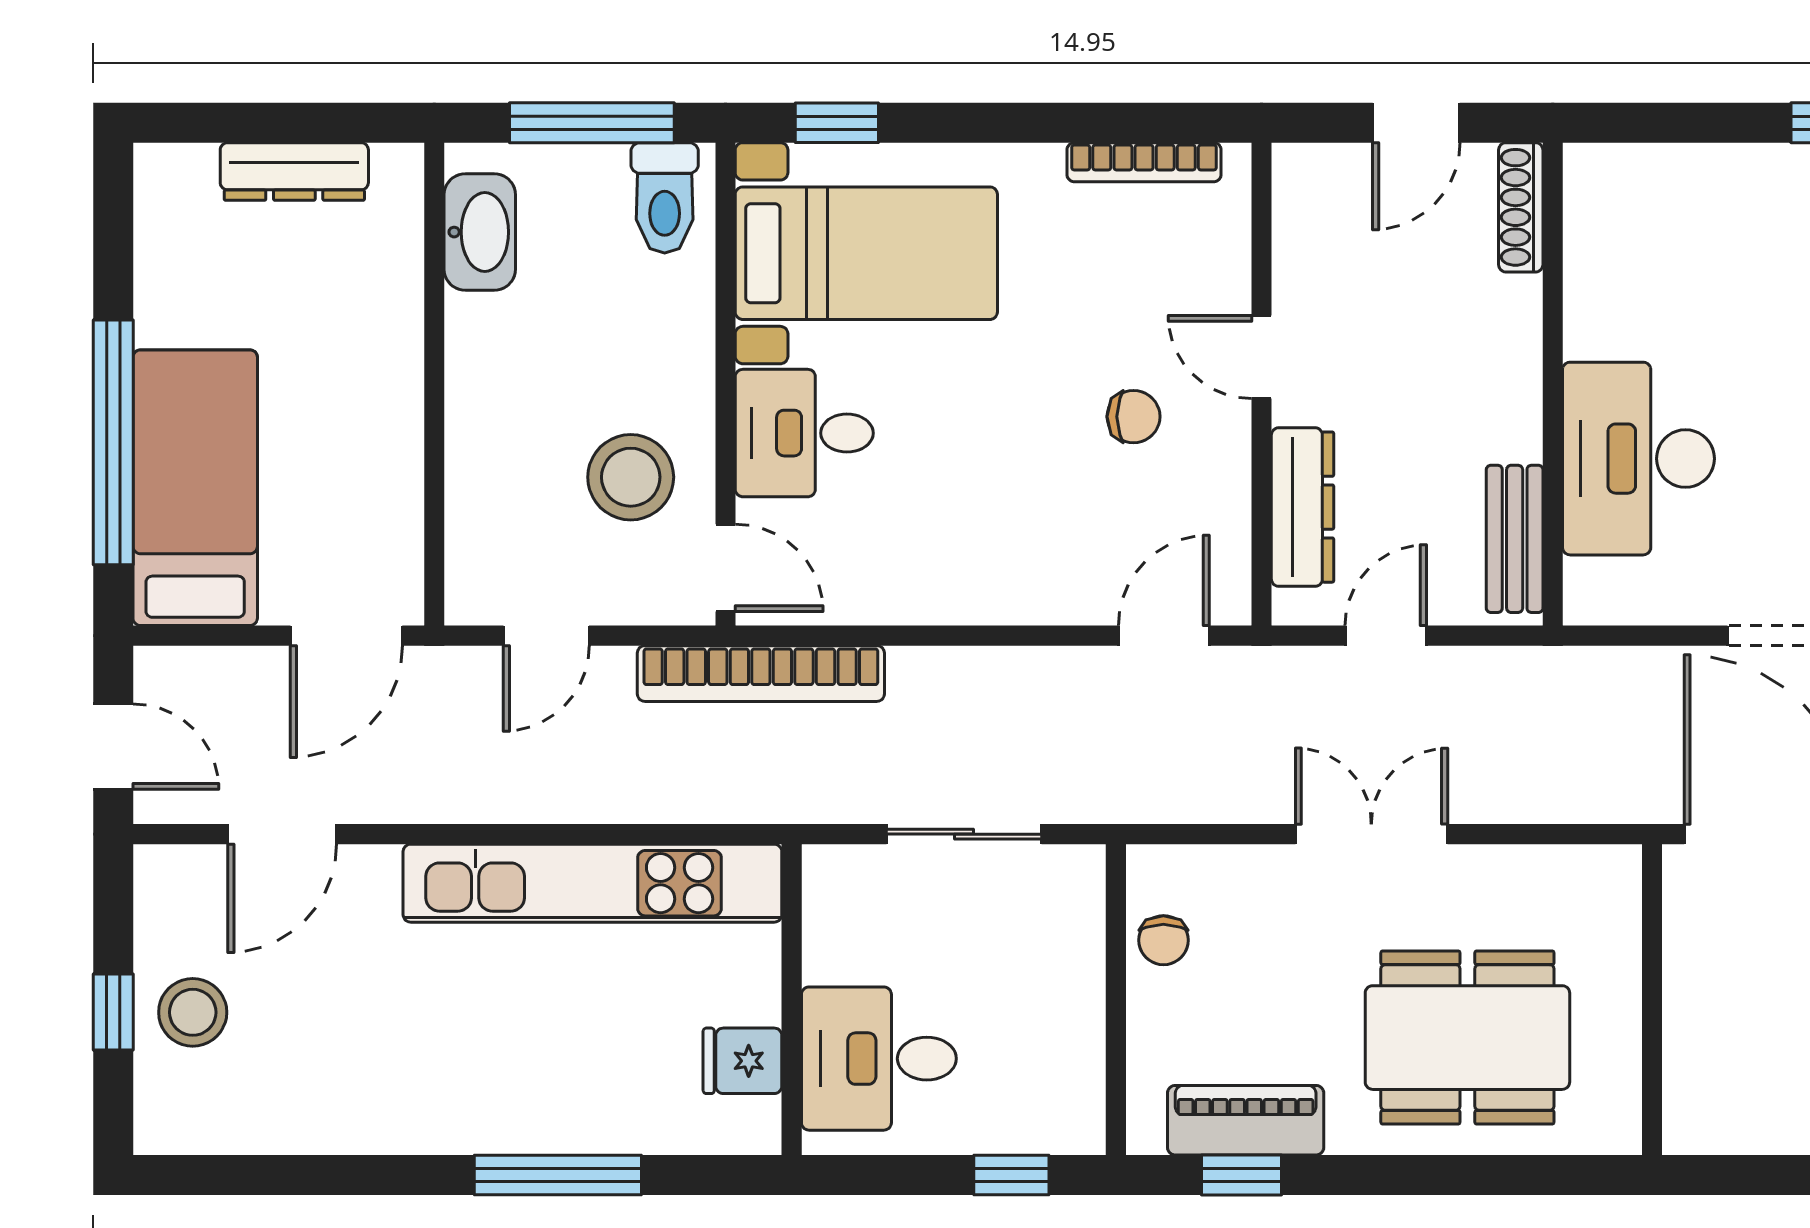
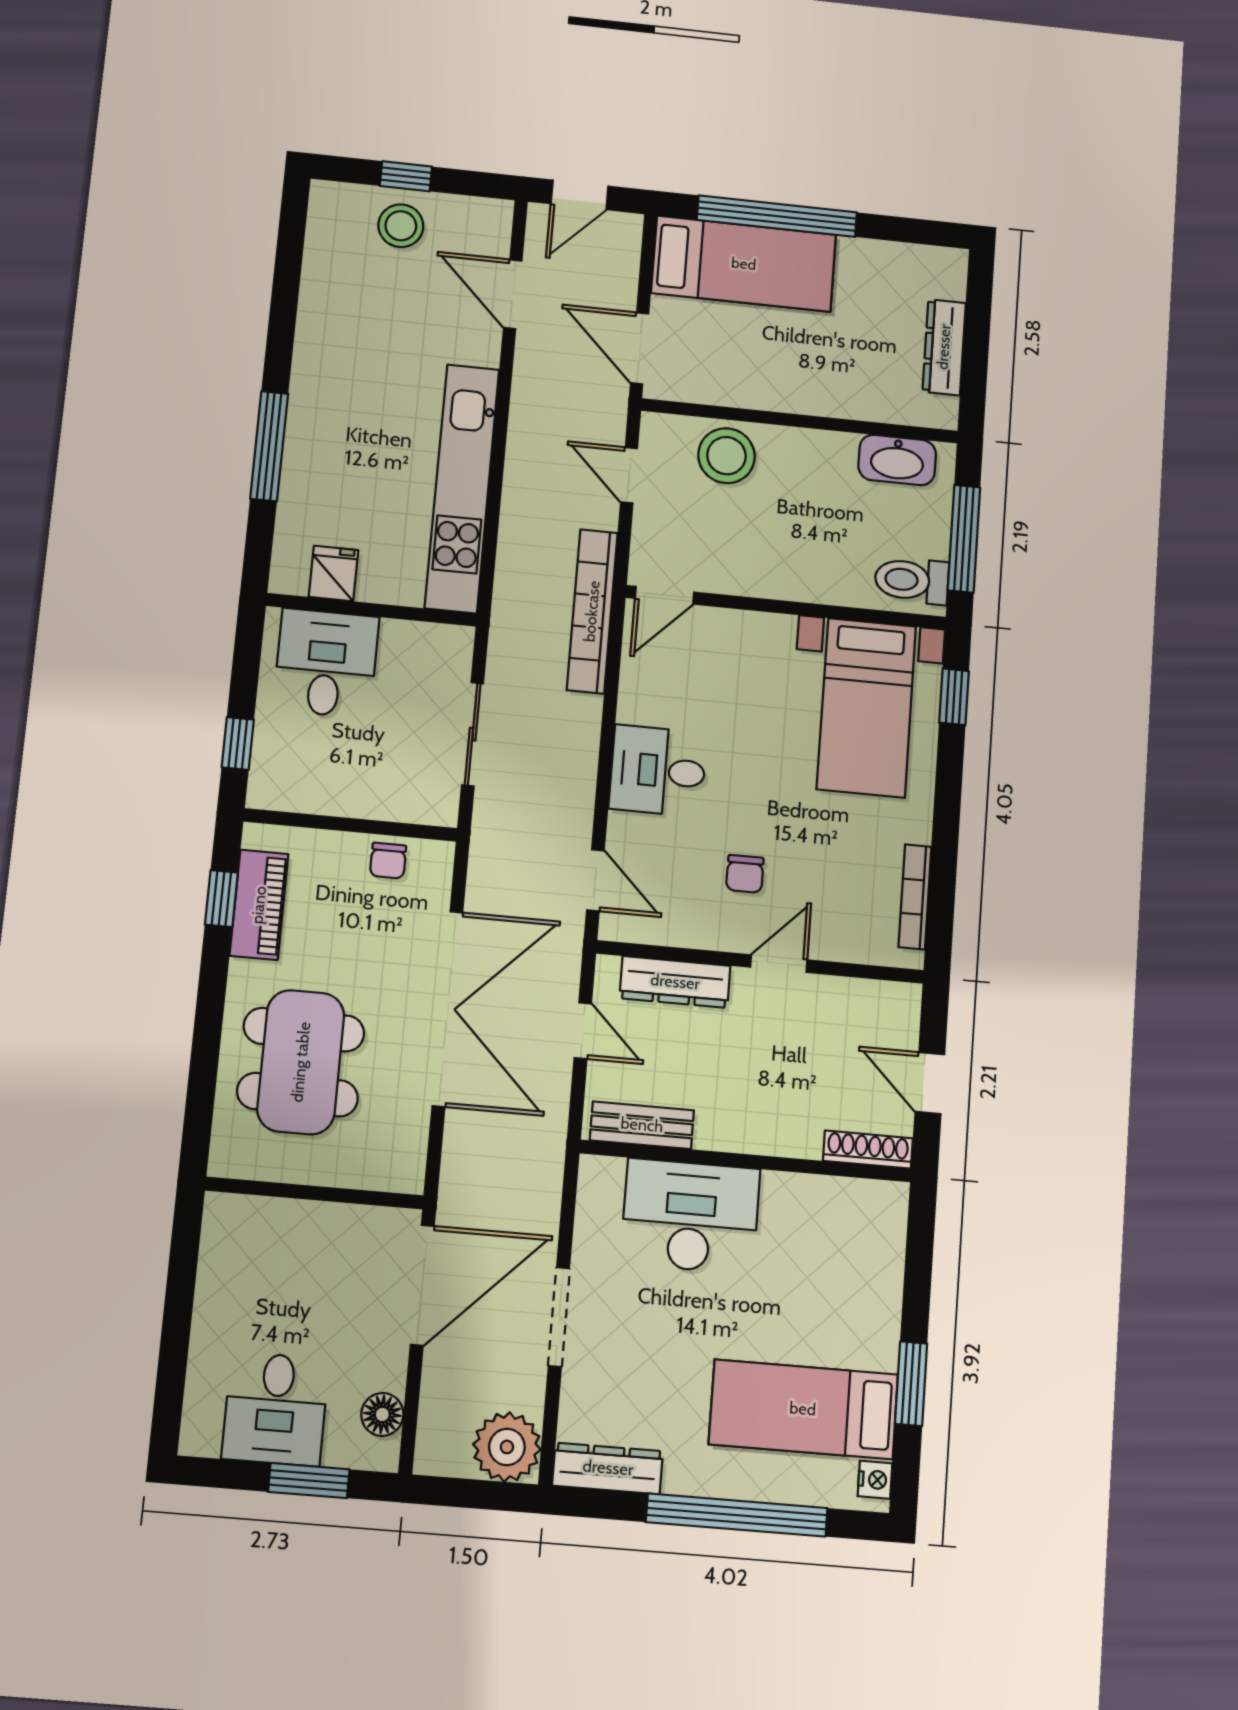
desk: (804, 433) -> (658, 771), moved, turned -90
stool: (631, 477) -> (726, 456), moved
double door: (1371, 834) -> (448, 1009), width x1.87
chair: (1163, 940) -> (388, 861), turned -90

